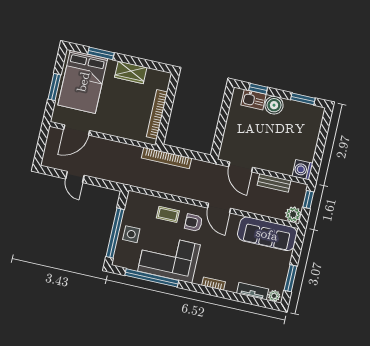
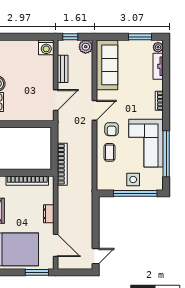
window: (54, 87) -> (37, 272), moved
dresser: (114, 130) -> (49, 214), added
door: (75, 177) -> (96, 256), moved

